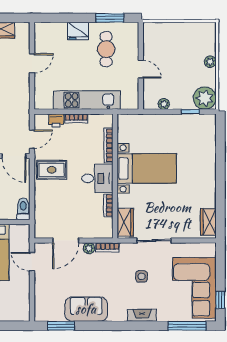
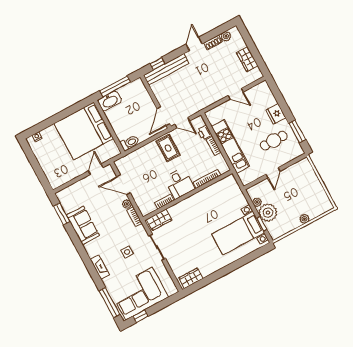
plant: (205, 98) -> (268, 213), moved
bed with nightstands: (147, 168) -> (238, 233), moved, turned 90

